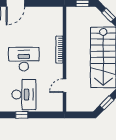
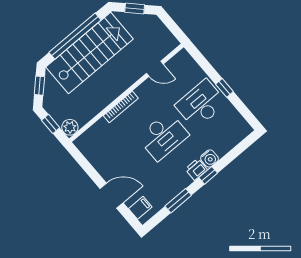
plant: (72, 12) -> (70, 127), added
desk: (24, 59) -> (163, 136), turned -90

